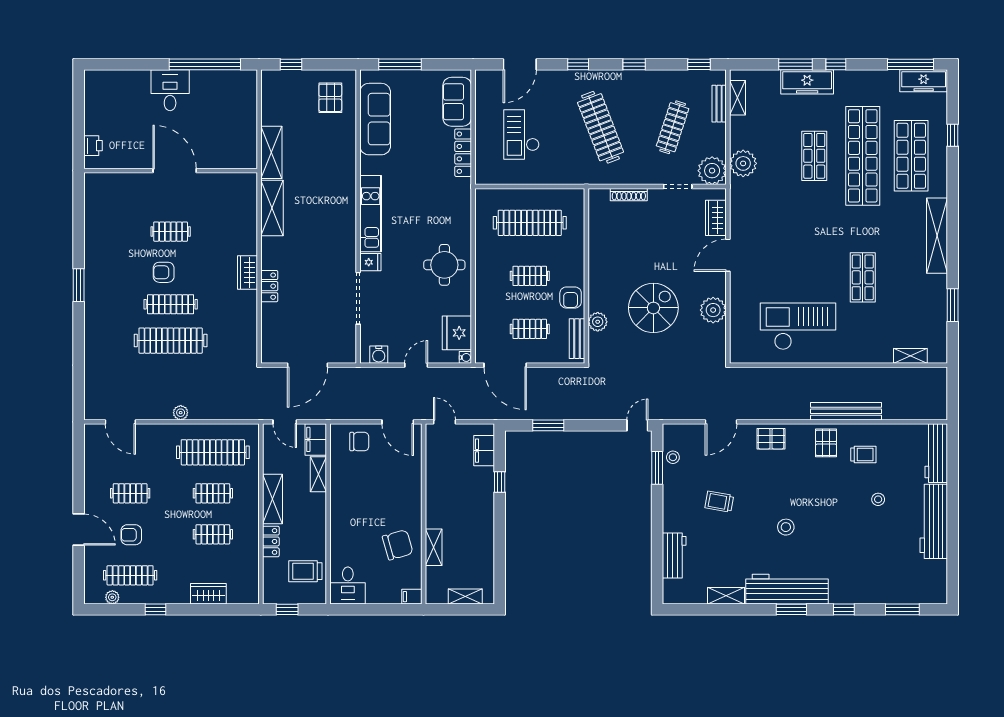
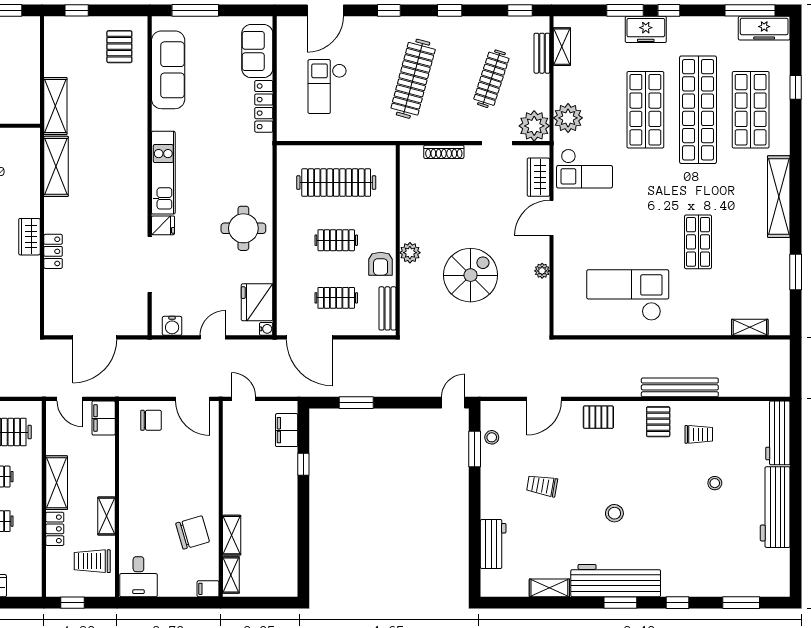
freezer: (807, 82) -> (646, 29), width x0.71
clothes rail: (601, 127) -> (413, 79), turned 36
shop shelf: (814, 156) -> (645, 110), width x1.43, depth x1.36
checkout: (758, 210) -> (585, 169), added
plant: (713, 310) -> (542, 271), width x0.53, depth x0.53
plant: (598, 322) -> (410, 253), moved
shelving: (318, 474) -> (106, 516), moved
shelving: (465, 596) -> (231, 575), moved, turned 90

